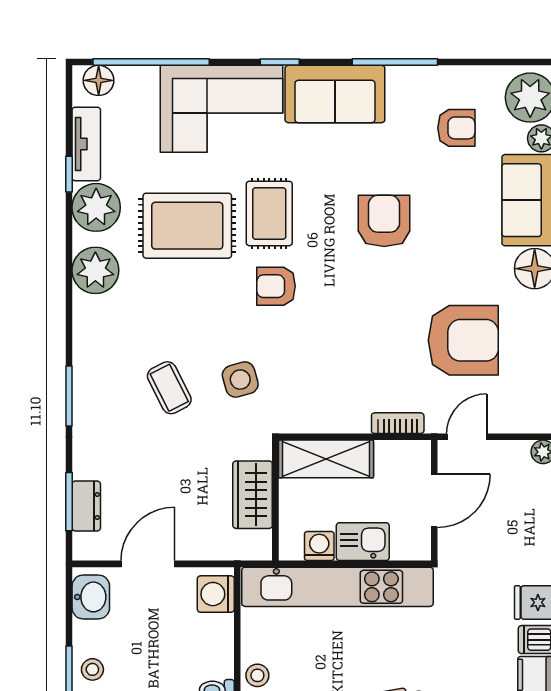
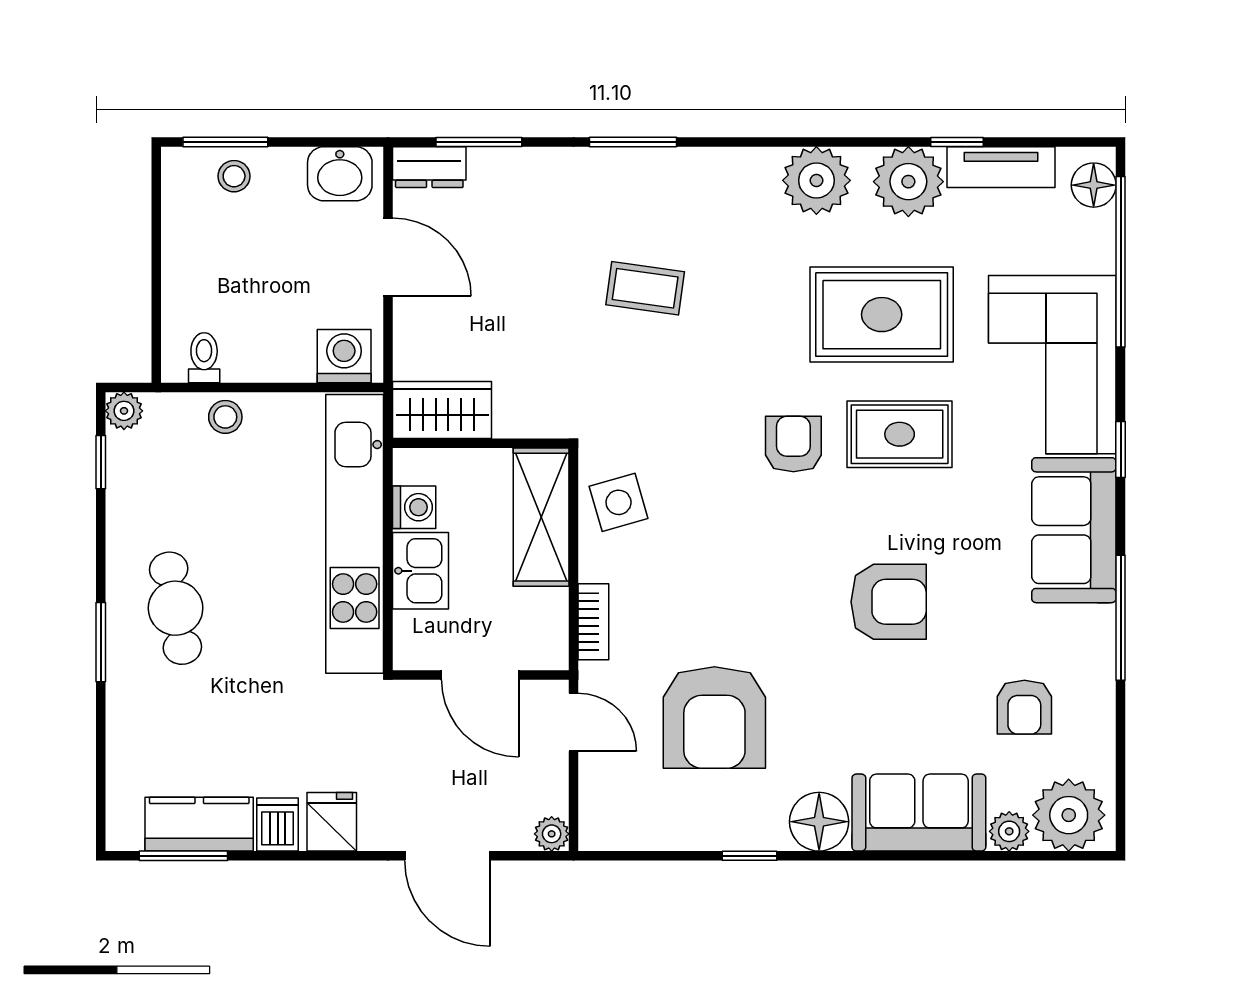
rug: (187, 226) -> (882, 315), turned 90
side table: (240, 380) -> (619, 502), moved
coffee table: (169, 388) -> (645, 288), turned 35
wardrobe: (253, 495) -> (442, 410), moved
dresser: (86, 506) -> (429, 167), moved

